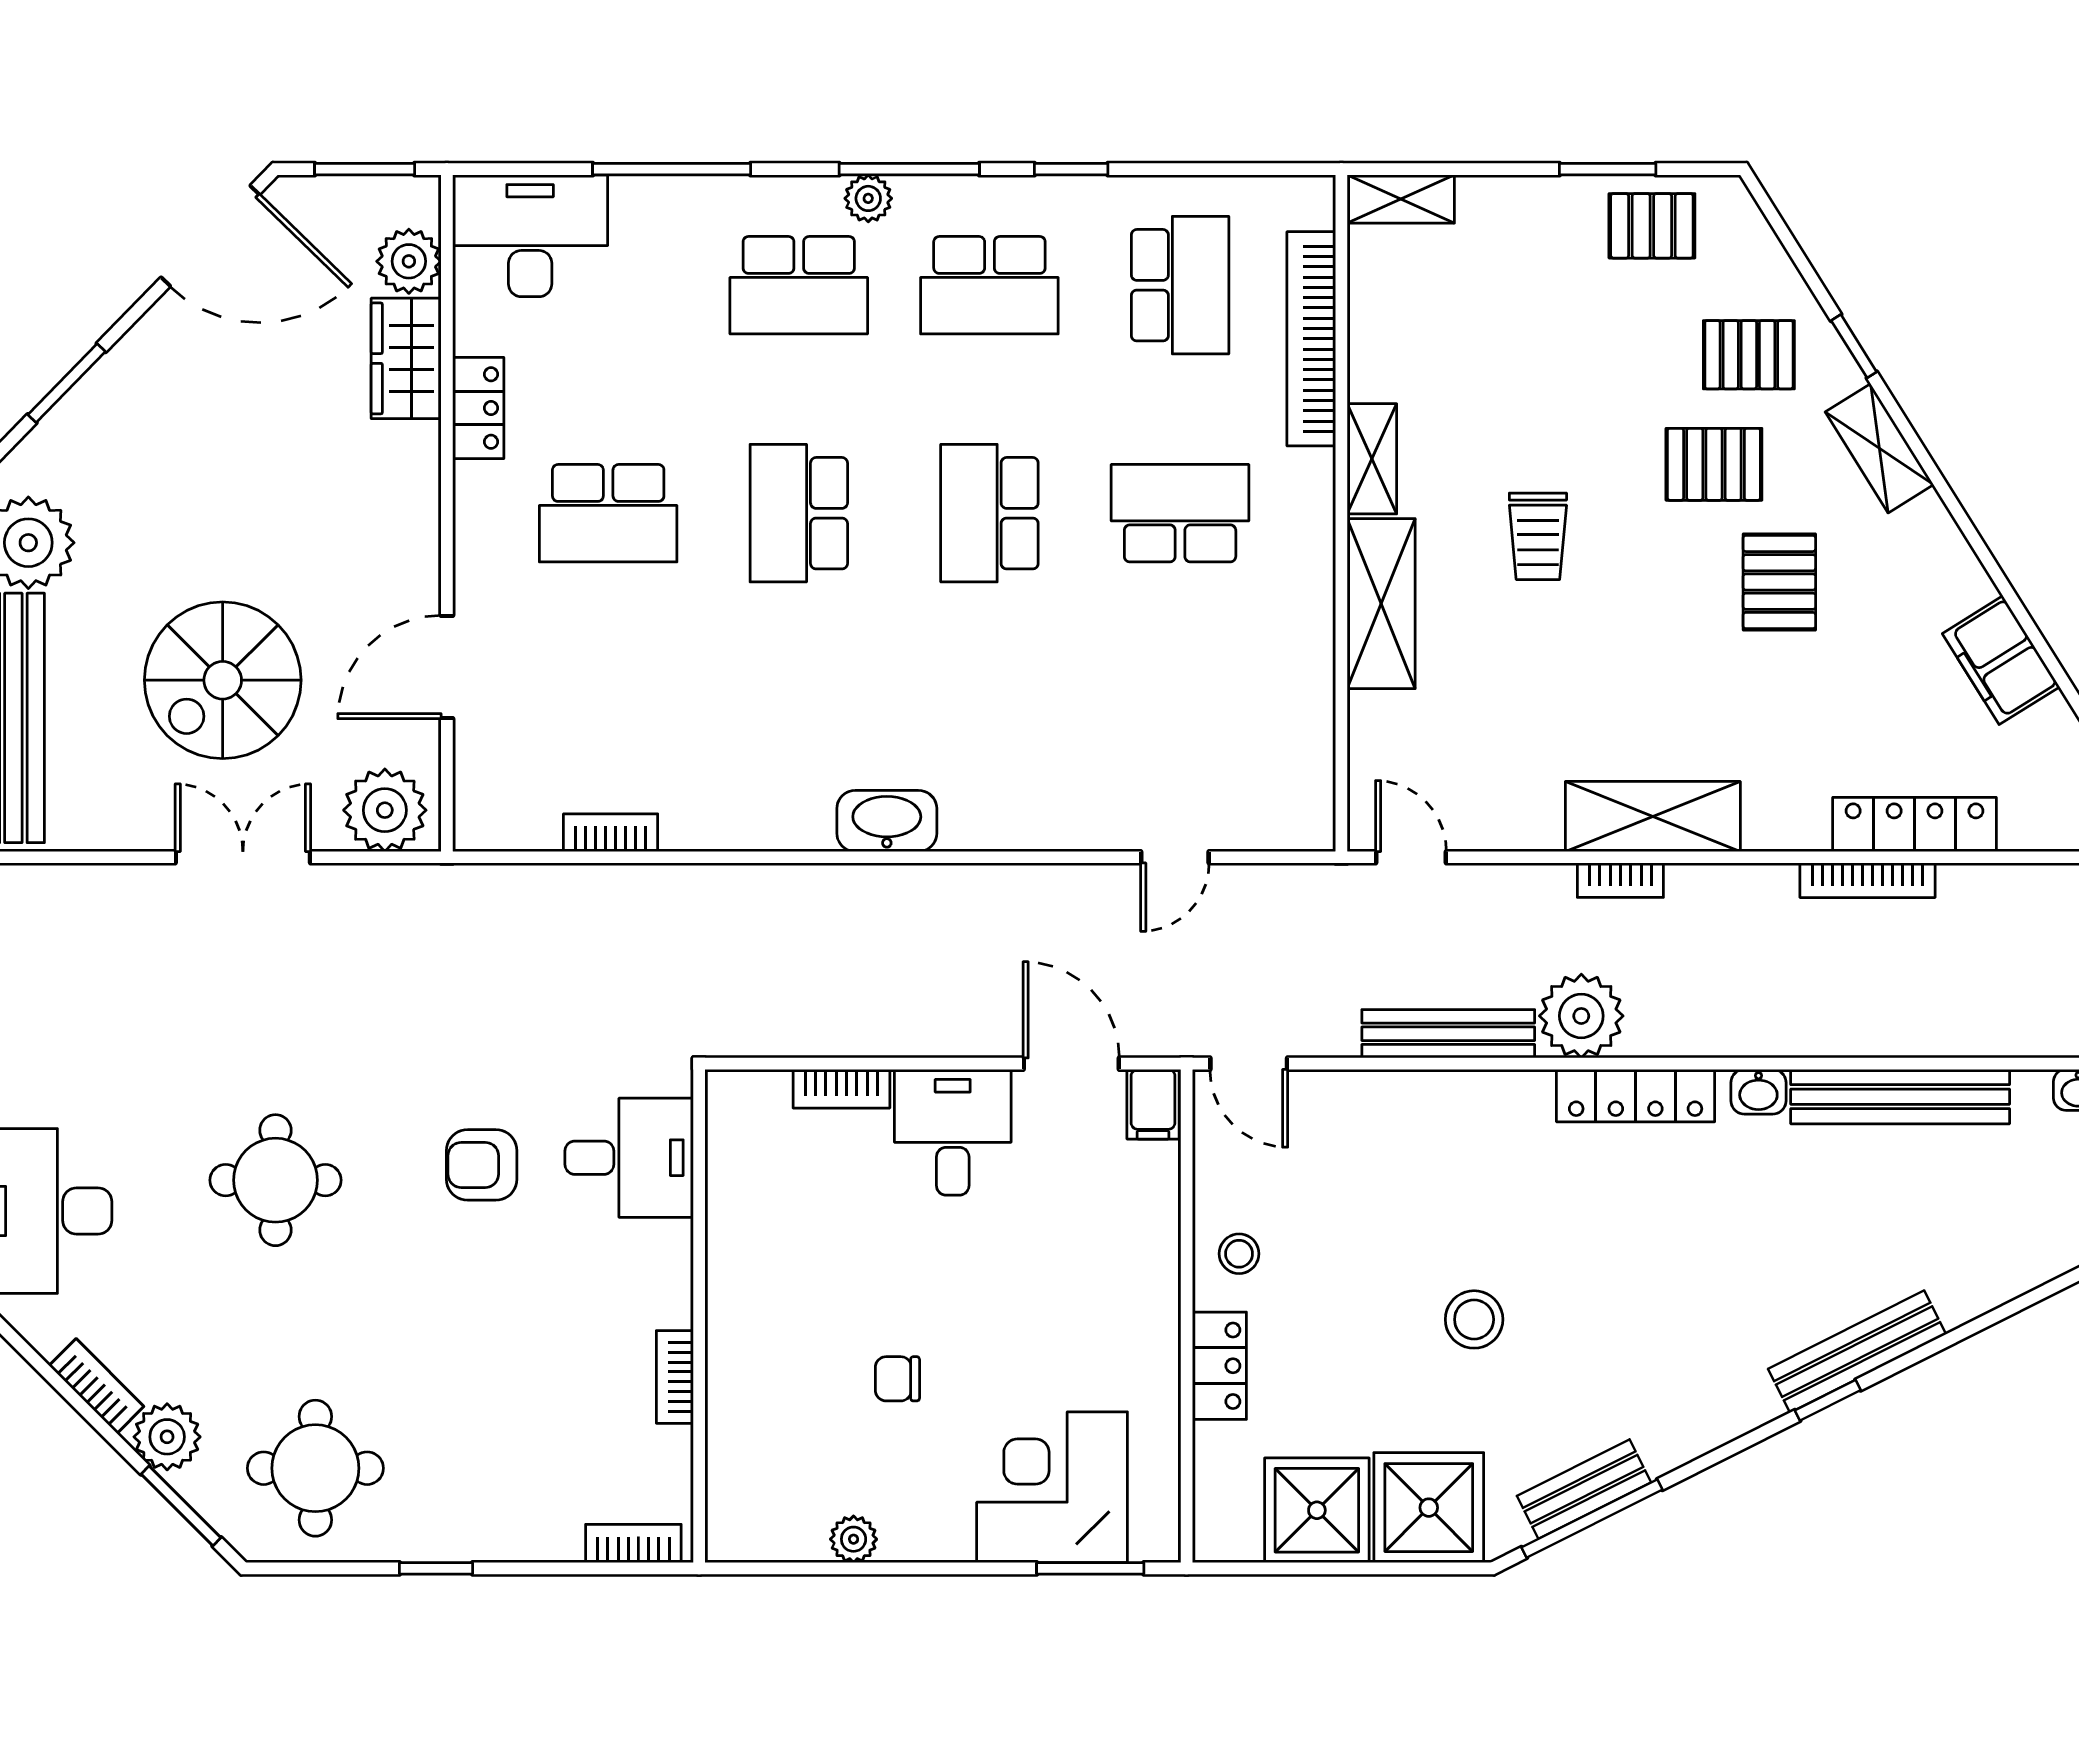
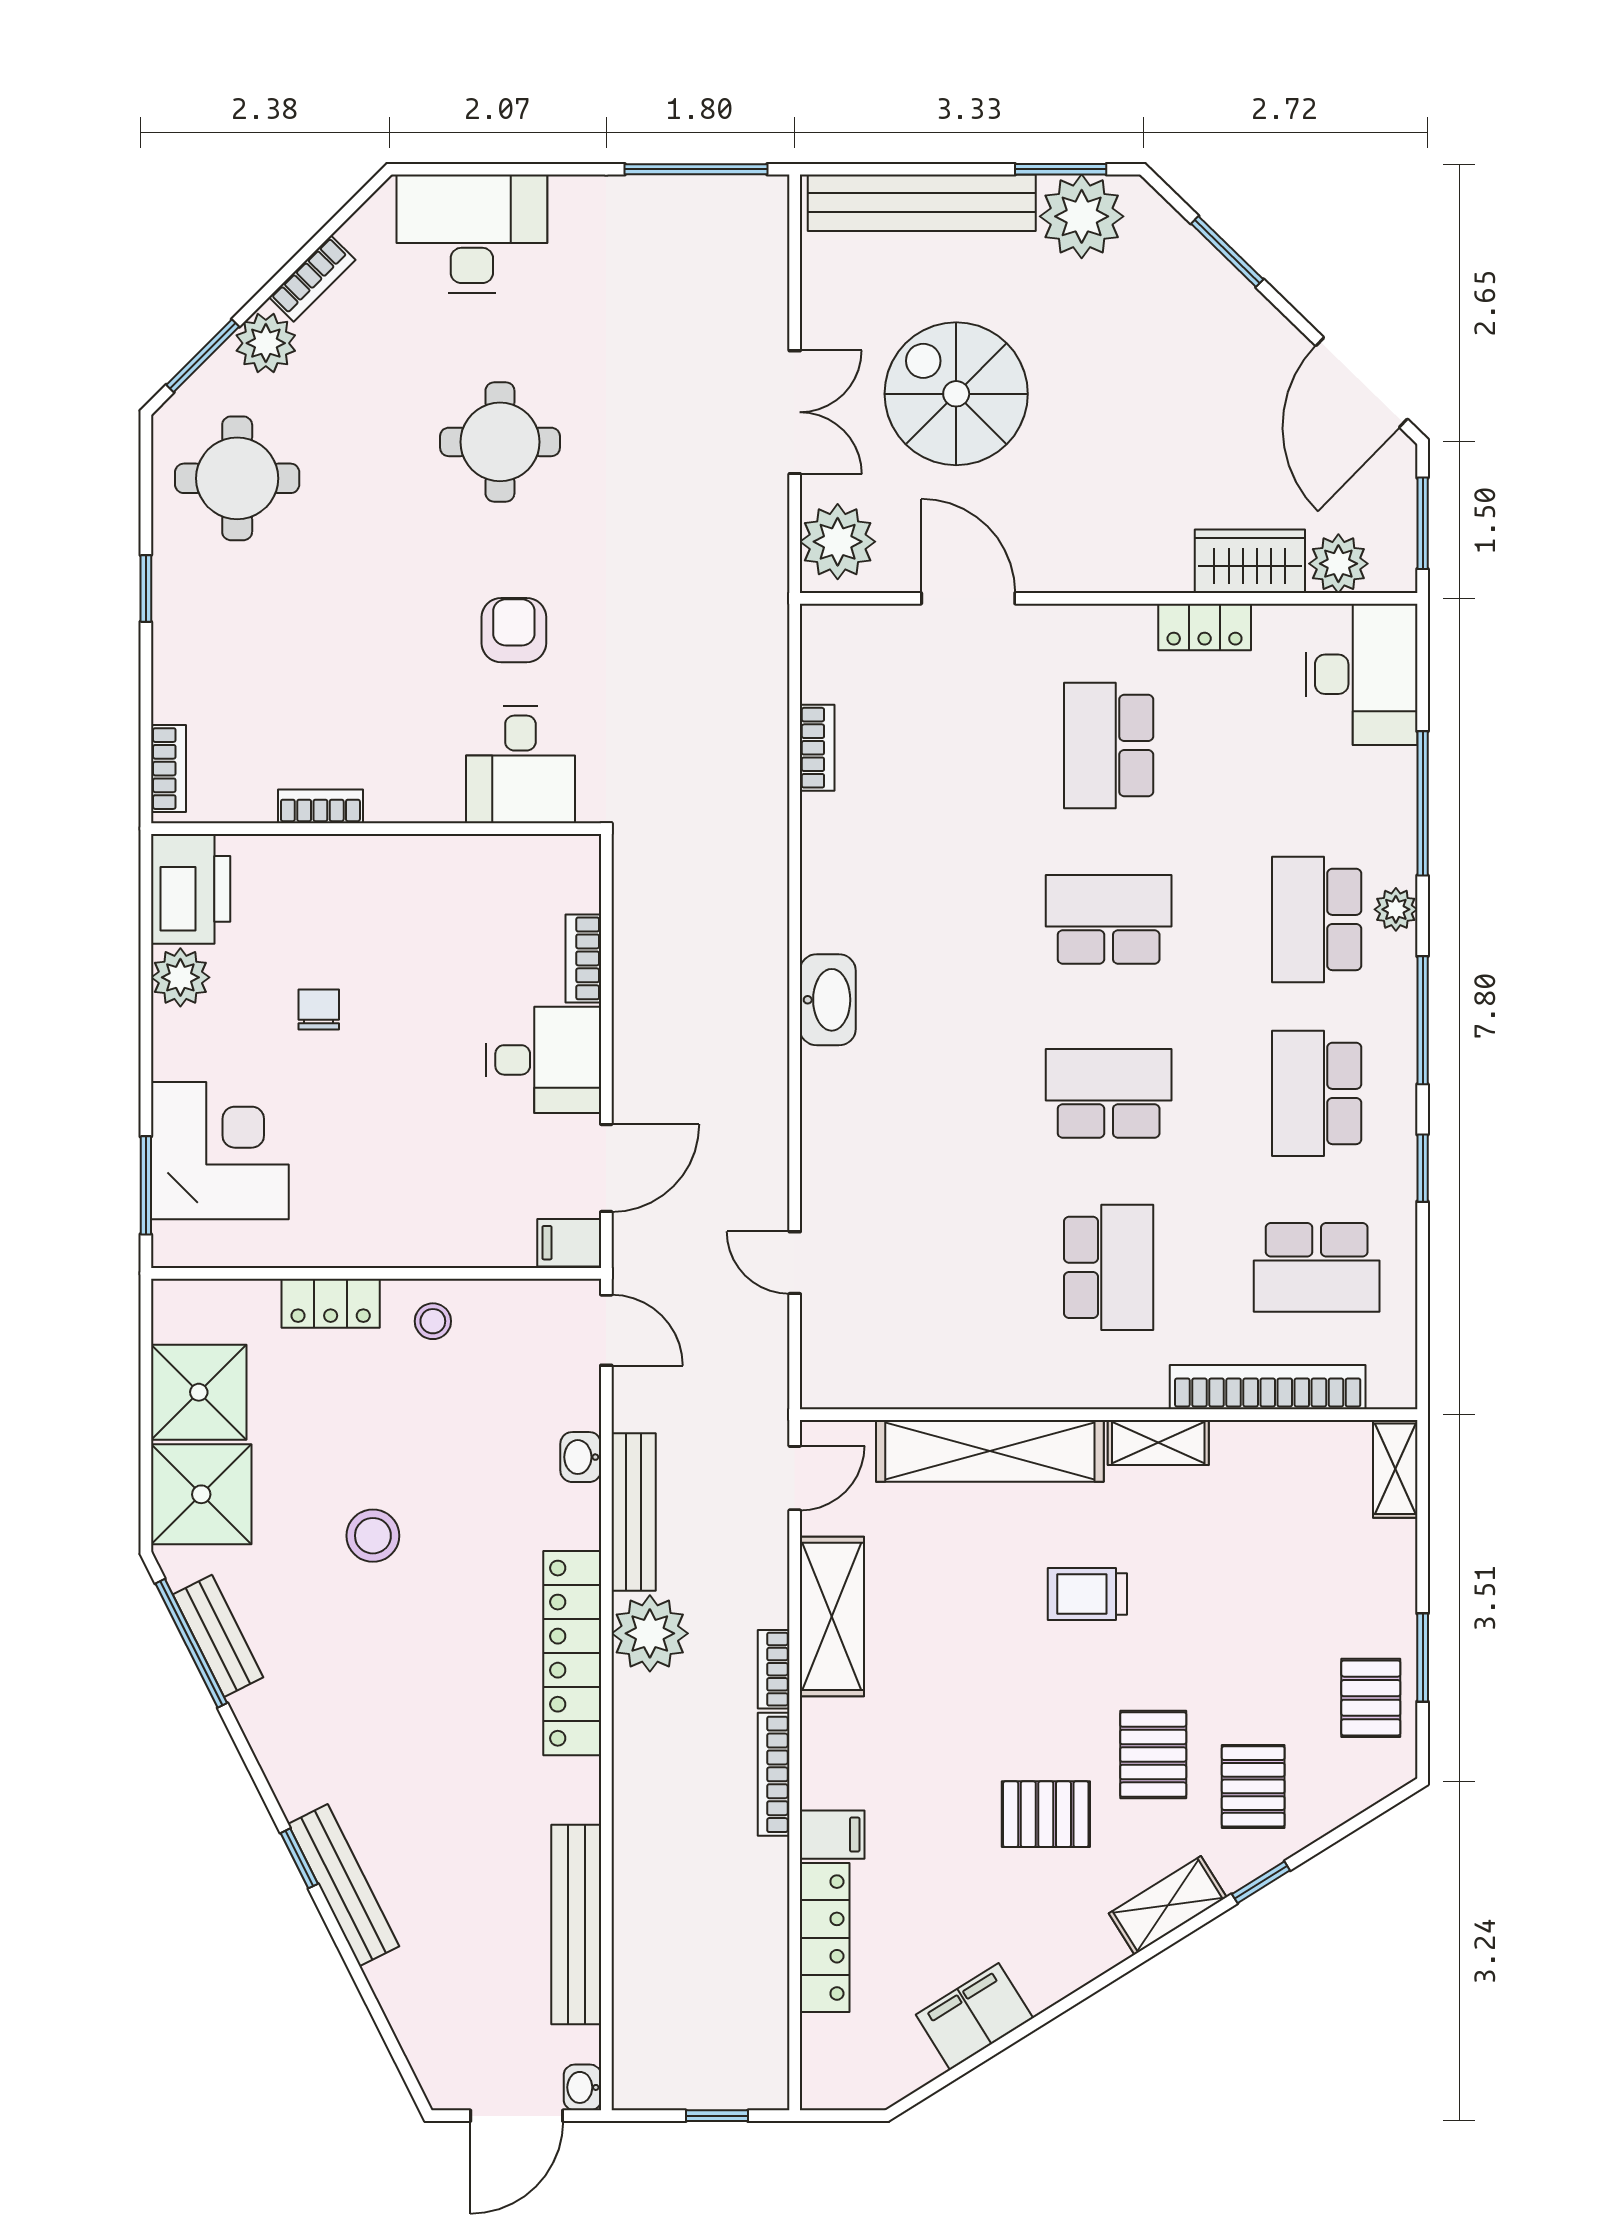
plant: (868, 198) -> (1396, 909), moved
shelving: (1381, 604) -> (990, 1451), width x1.47
shelving: (1653, 816) -> (832, 1616), moved
filing cabinet: (1802, 816) -> (832, 1835), added
bookcase: (1868, 880) -> (774, 1774), moved
door: (1249, 1064) -> (606, 1330), swing flipped
washbasin: (1758, 1092) -> (581, 1457), moved
locker: (1636, 1096) -> (572, 1653), width x1.41, depth x1.21
printer: (765, 1519) -> (191, 889), added
plant: (854, 1539) -> (180, 977), width x1.38, depth x1.38

